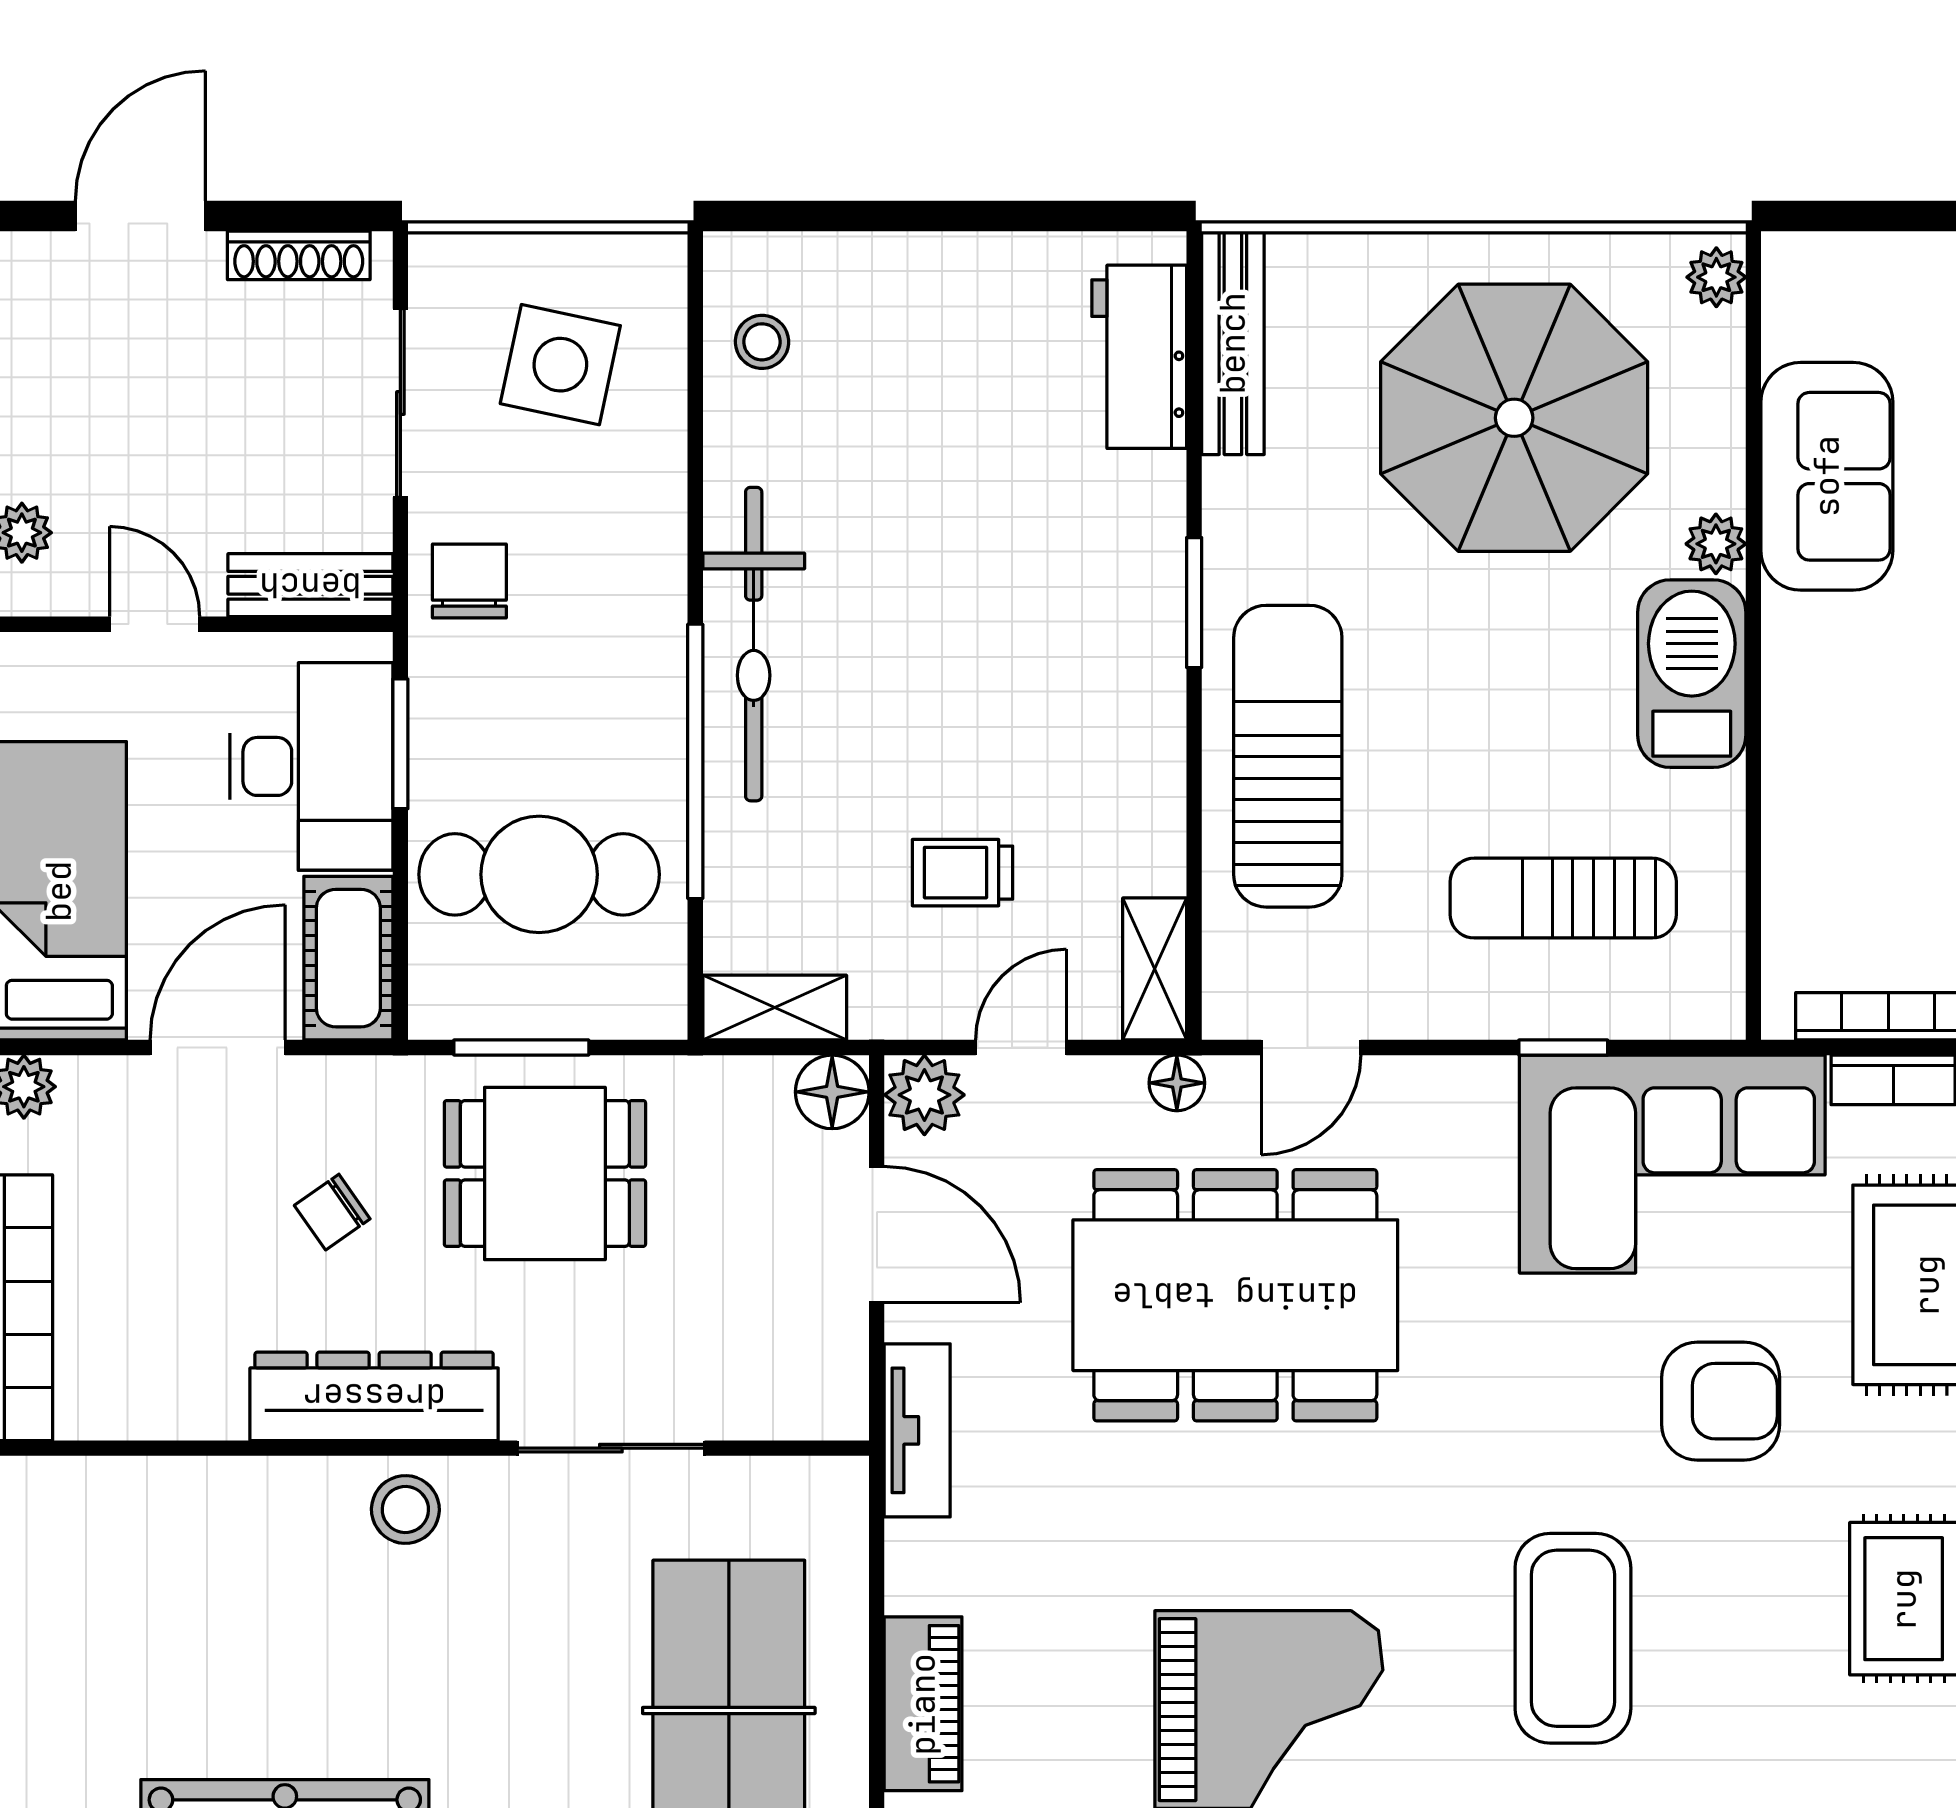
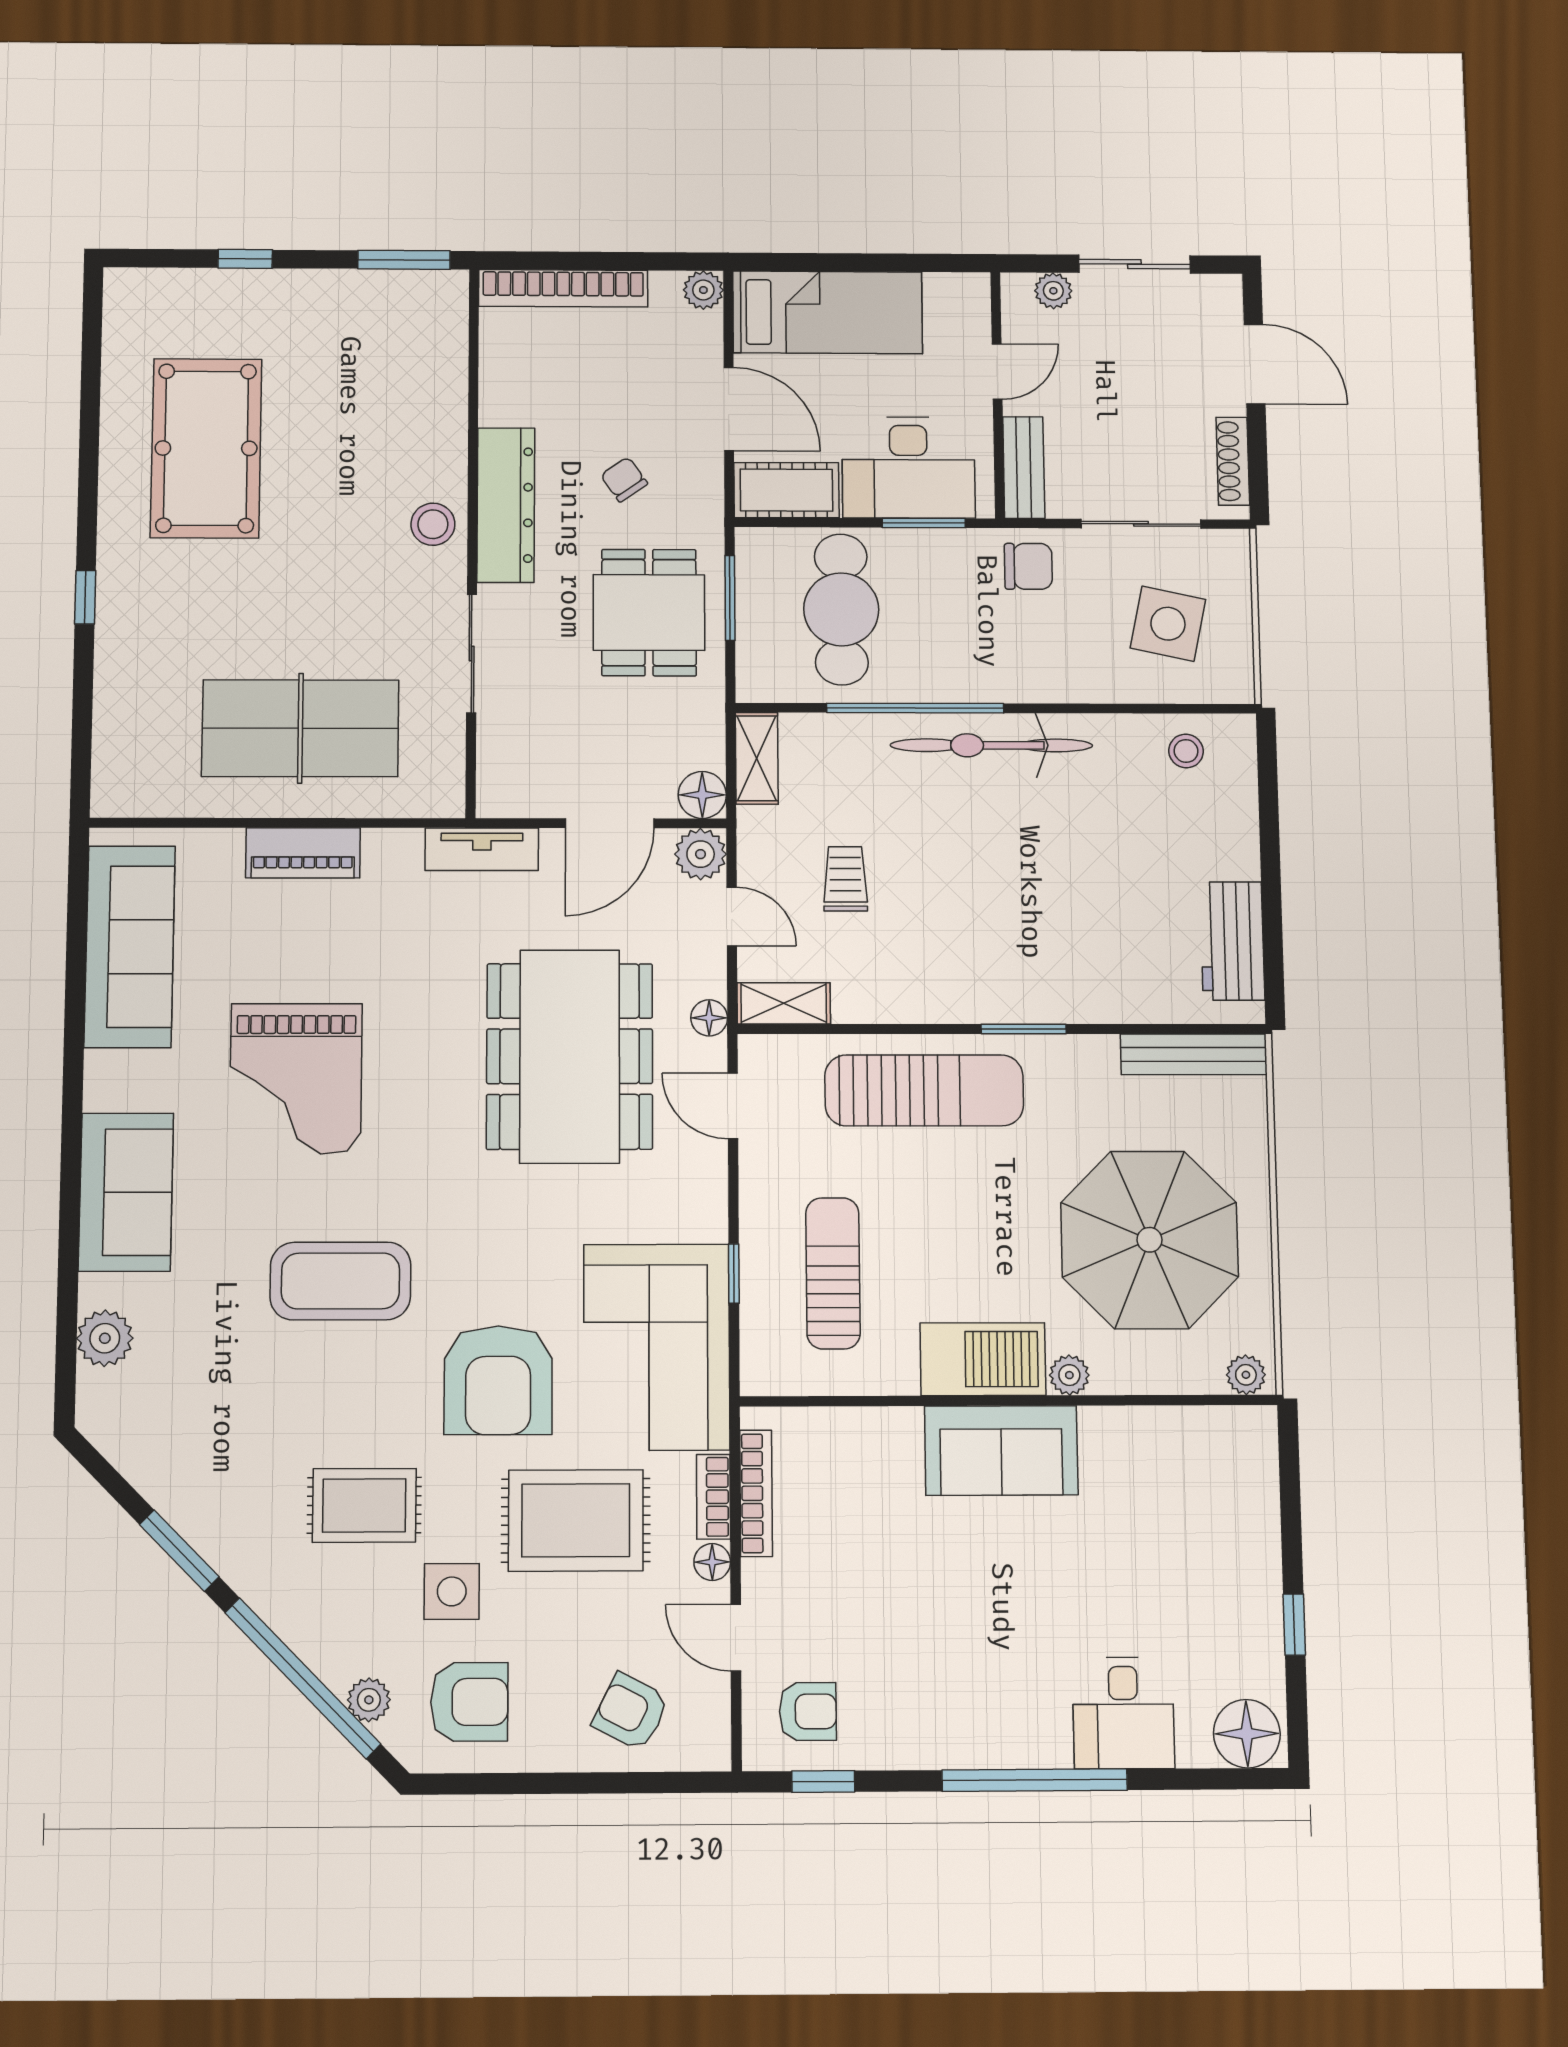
workbench: (1139, 357) -> (1232, 941), moved, turned -90
sofa: (1827, 476) -> (1001, 1450), moved
armchair: (1721, 1401) -> (498, 1380), width x1.36, depth x1.36

